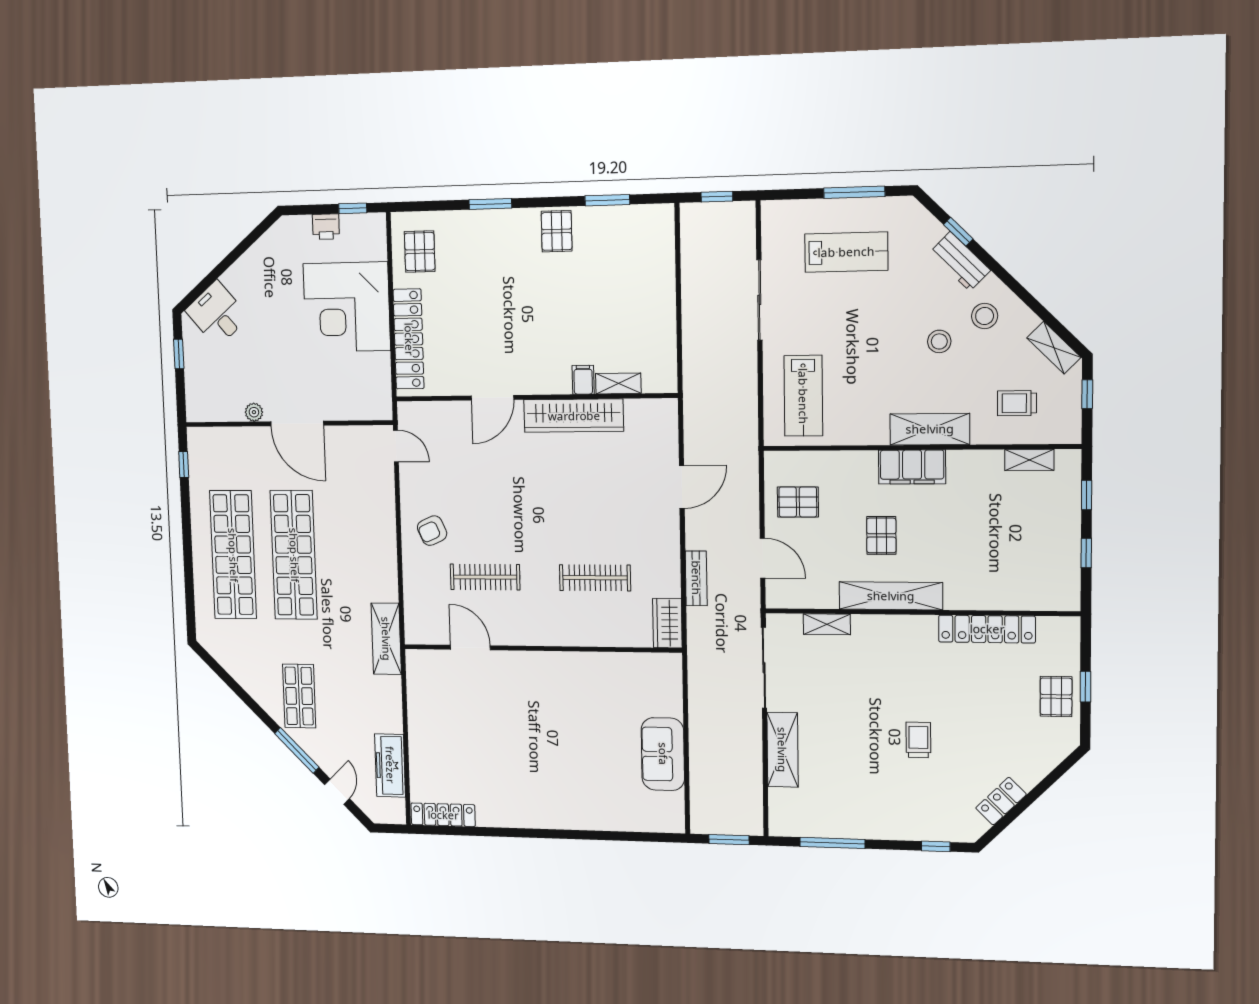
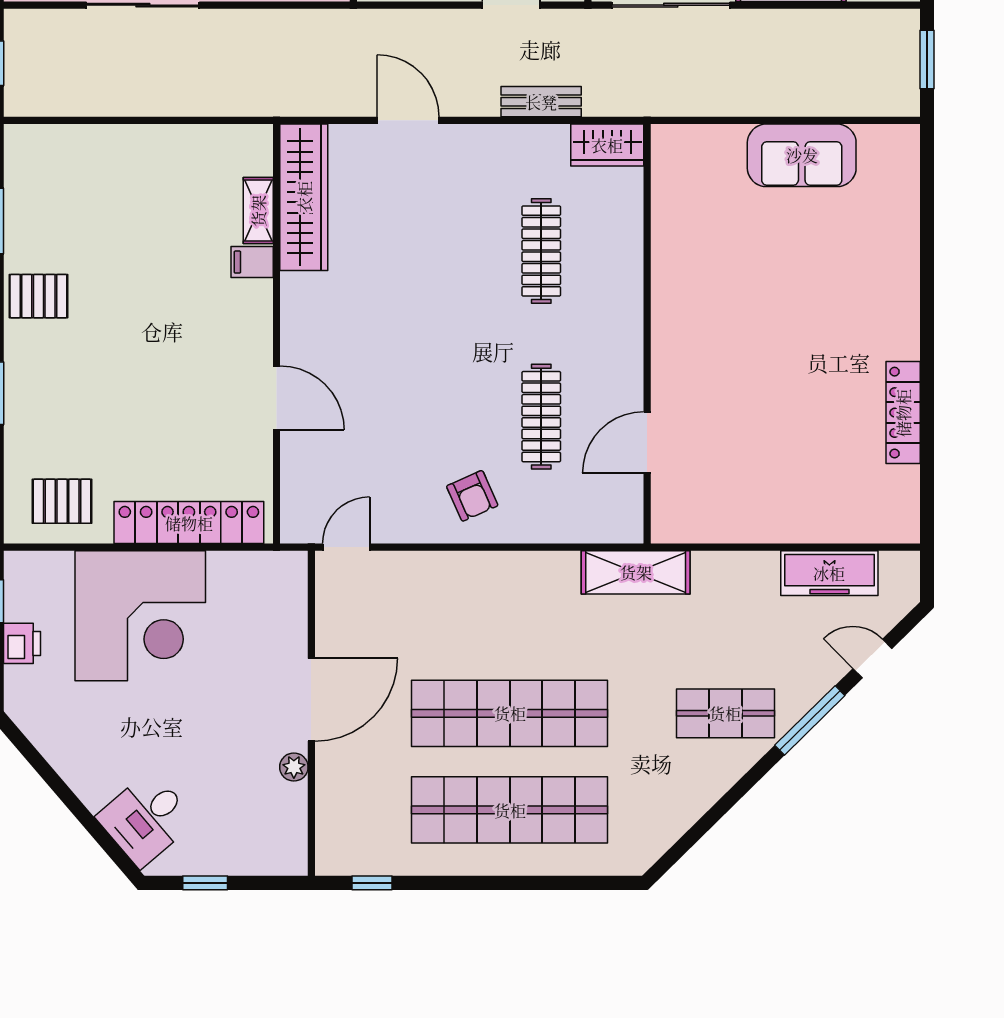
wardrobe: (574, 416) -> (304, 197), moved
locker: (443, 815) -> (903, 413), moved

